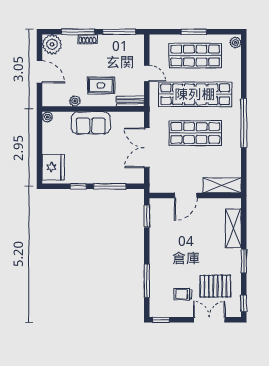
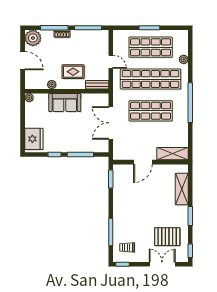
plant: (235, 43) -> (184, 59), moved
trolley: (183, 294) -> (127, 247), moved

